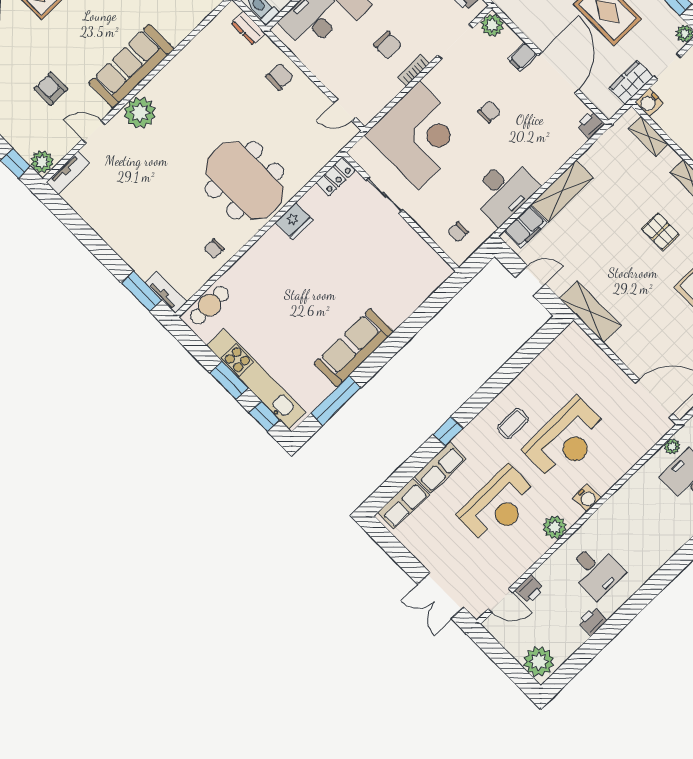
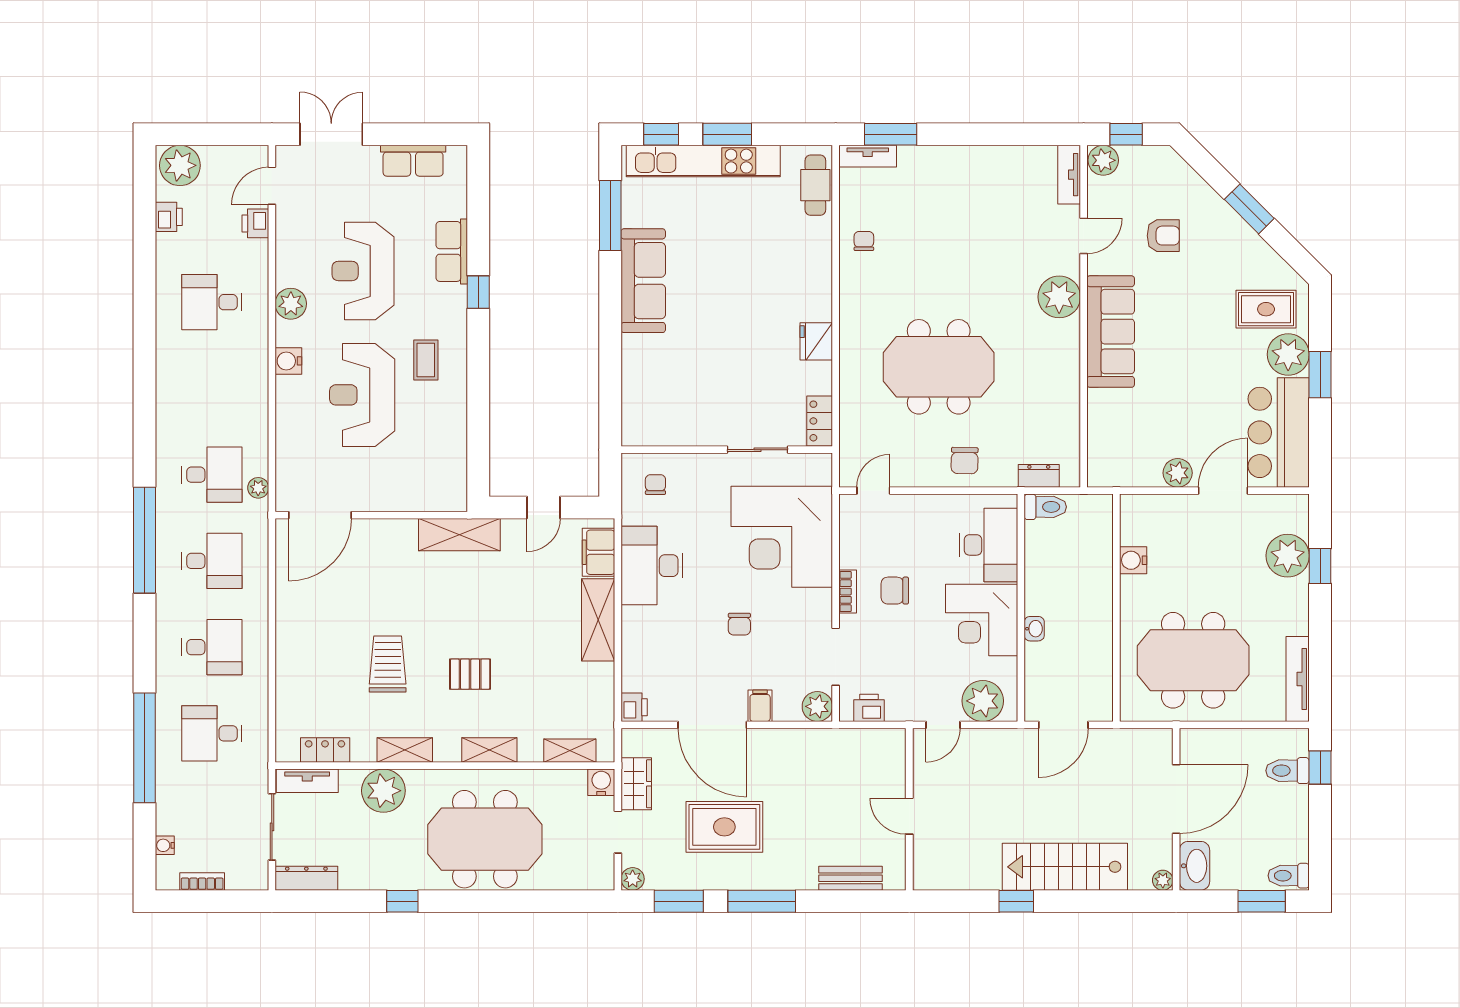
meeting table: (245, 180) -> (939, 367), moved
row of seats: (403, 504) -> (413, 161), moved, turned -90
printer: (592, 621) -> (169, 217), moved

